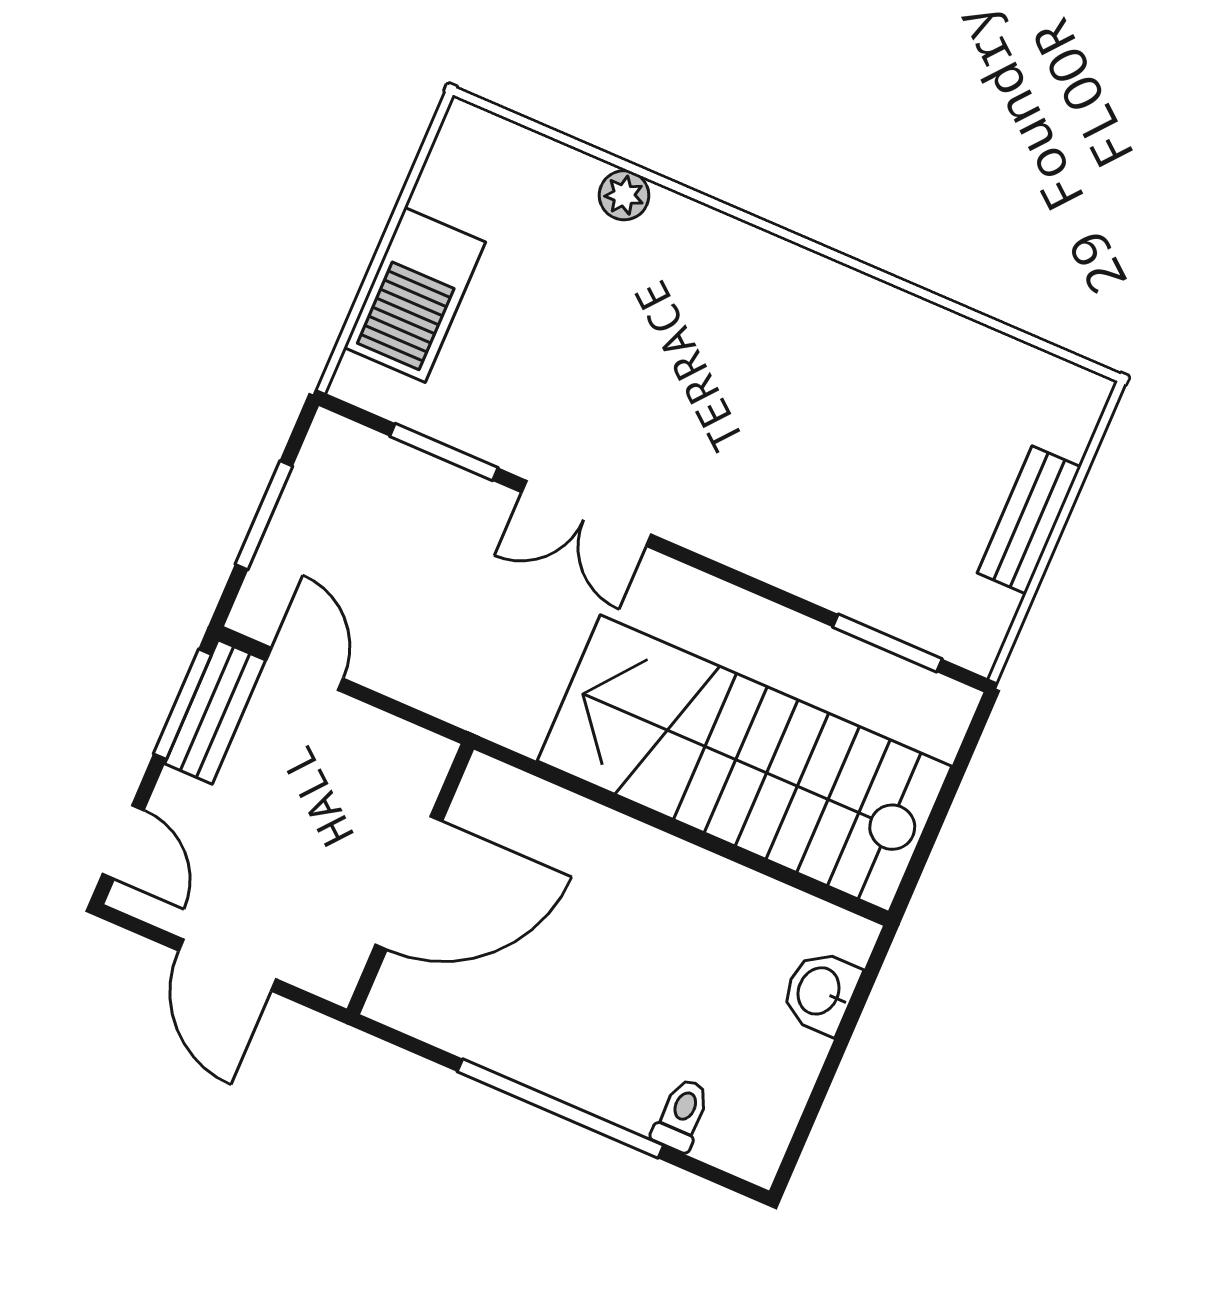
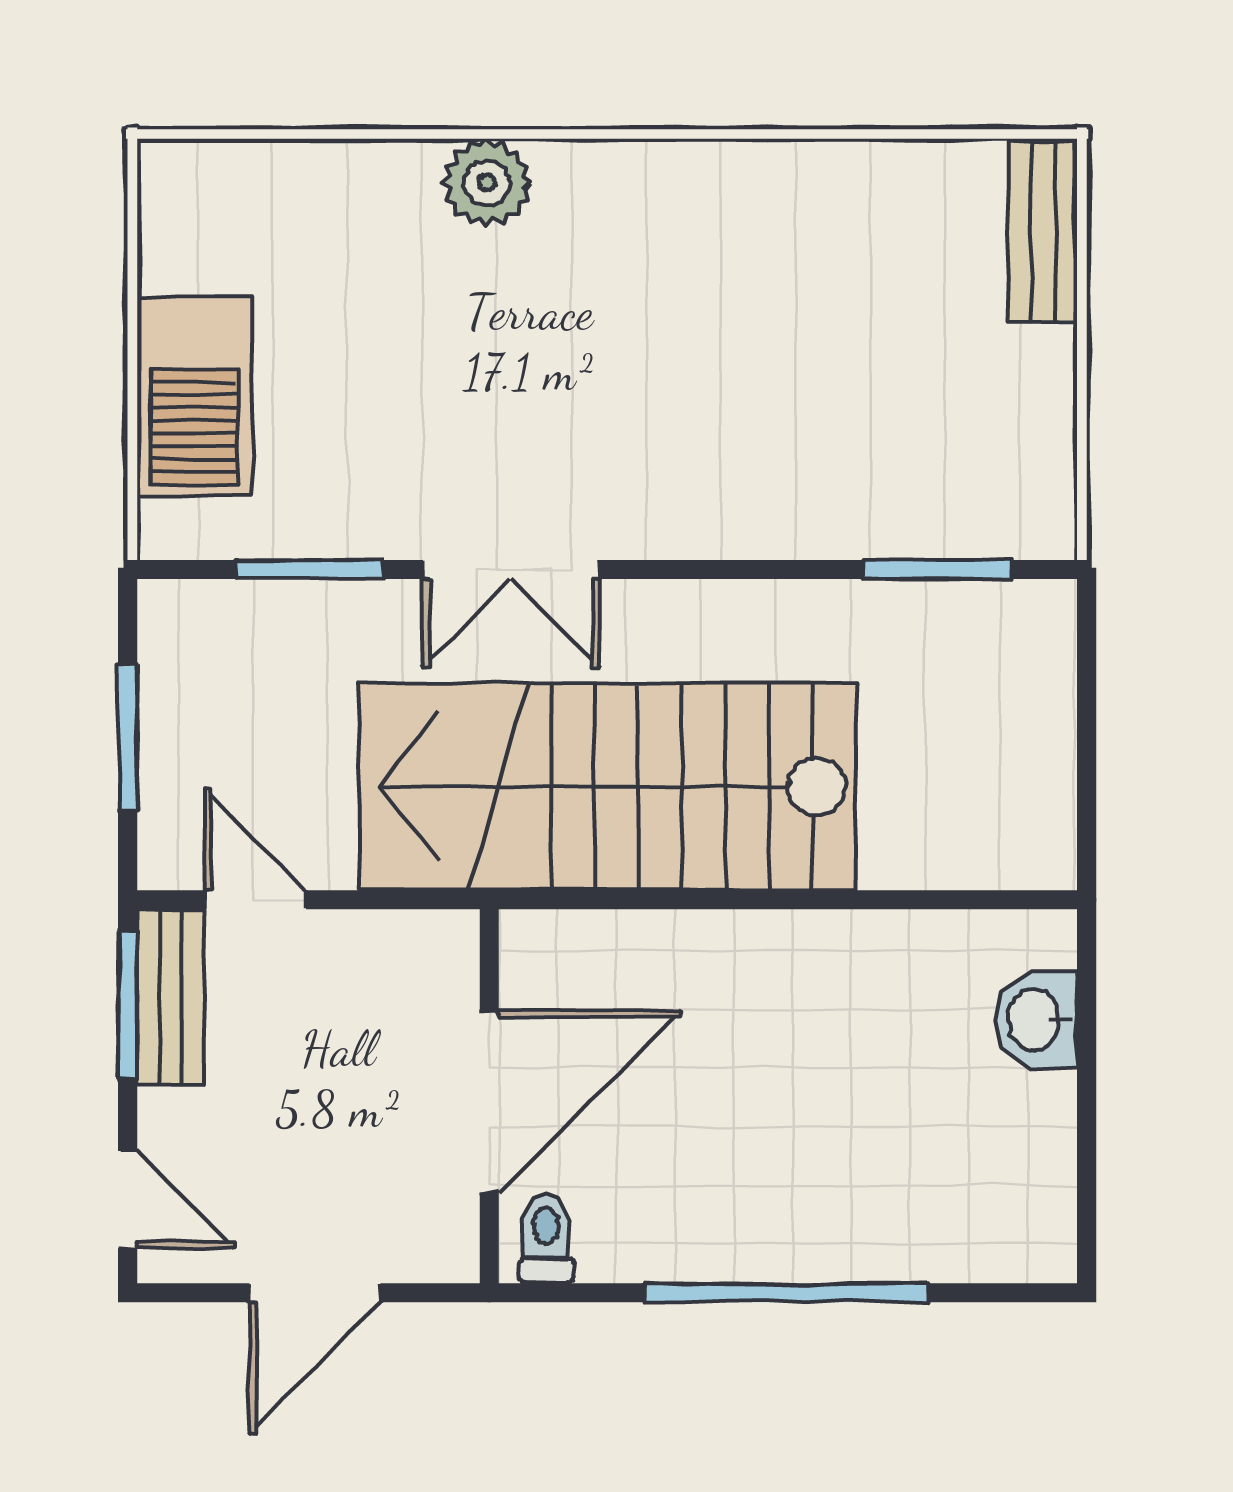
plant: (624, 195) -> (487, 183), moved, width x1.38, depth x1.38
bench: (1029, 520) -> (1043, 232), moved
stairs: (745, 764) -> (607, 787), moved
door: (227, 965) -> (315, 1293), hinge flipped
toilet: (681, 1115) -> (546, 1238), moved

